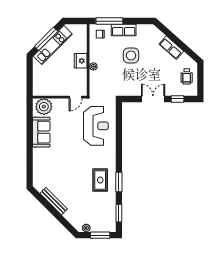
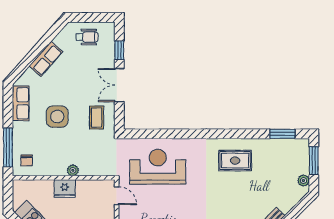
row of seats: (124, 30) -> (21, 103), moved
coffee table: (130, 83) -> (97, 118), added
window: (119, 182) -> (238, 134), removed

